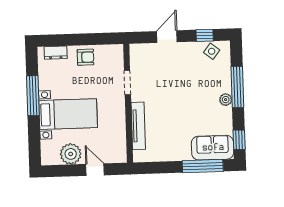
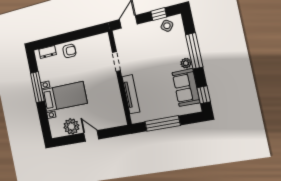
doorway: (127, 83) -> (116, 62), moved
wall: (128, 103) -> (120, 78), moved
tv unit: (138, 126) -> (131, 94), moved
sofa: (213, 148) -> (186, 88), moved, turned -90
window: (203, 166) -> (162, 124), moved

